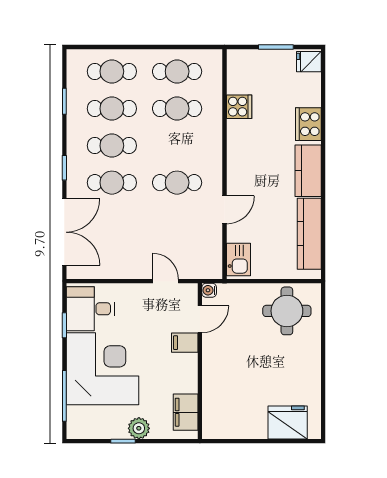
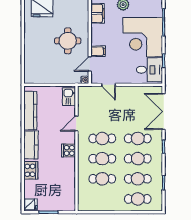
cafe table: (177, 71) -> (102, 159), moved
cooker: (239, 107) -> (68, 150), moved
round table: (287, 311) -> (68, 41), moved

